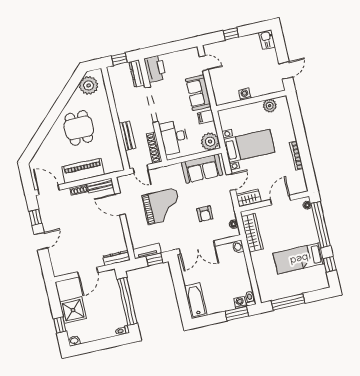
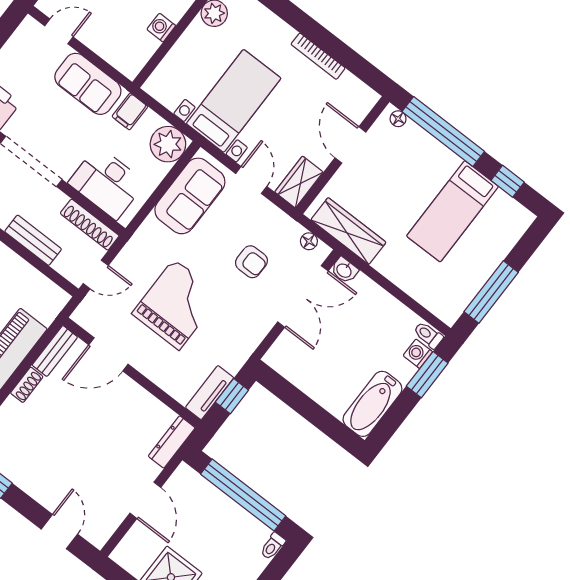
door: (41, 241) -> (59, 532), moved
double door: (197, 247) -> (303, 296), moved
bathtub: (196, 301) -> (372, 404), moved, turned -90

